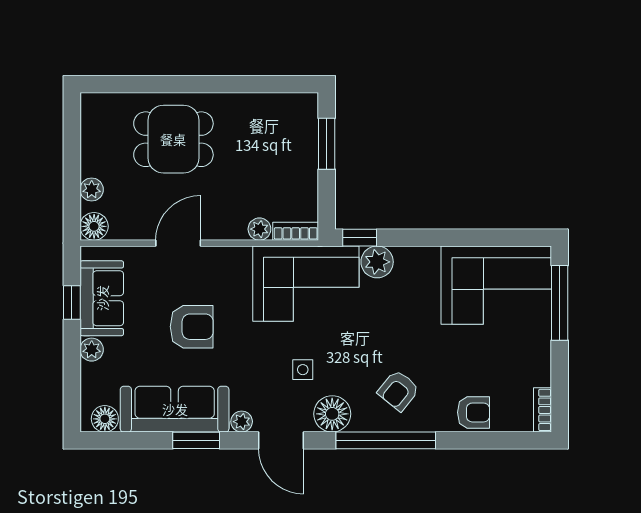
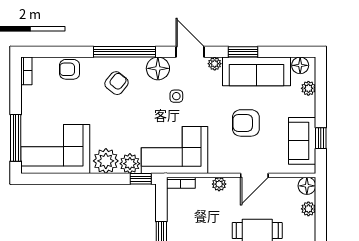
plant: (259, 229) -> (219, 184), moved
plant: (416, 266) -> (106, 161), added
plant: (92, 350) -> (308, 88), moved

